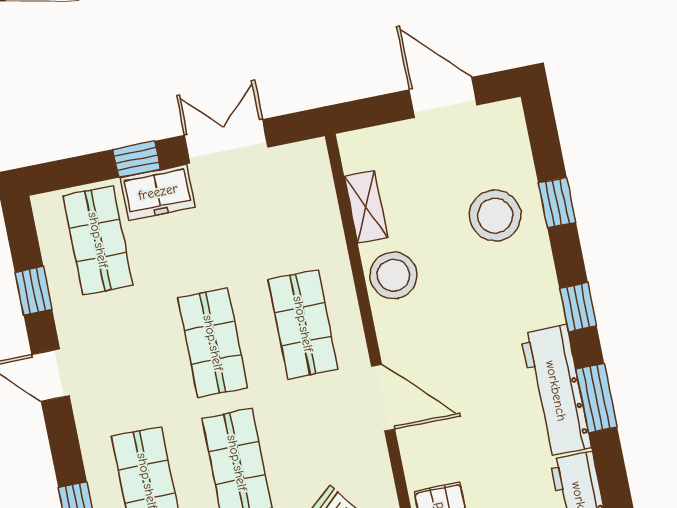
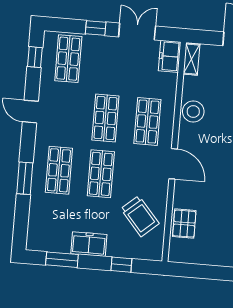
freezer: (158, 192) -> (170, 56), moved, turned 90
shelving: (366, 207) -> (192, 59), moved
window: (33, 291) -> (35, 57), moved

